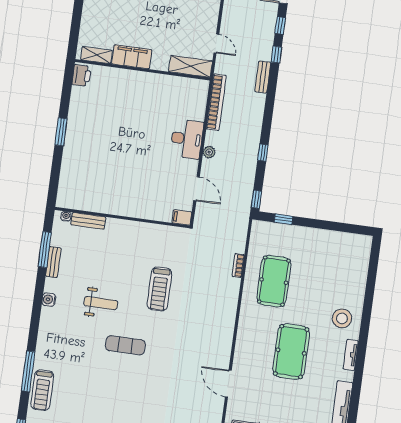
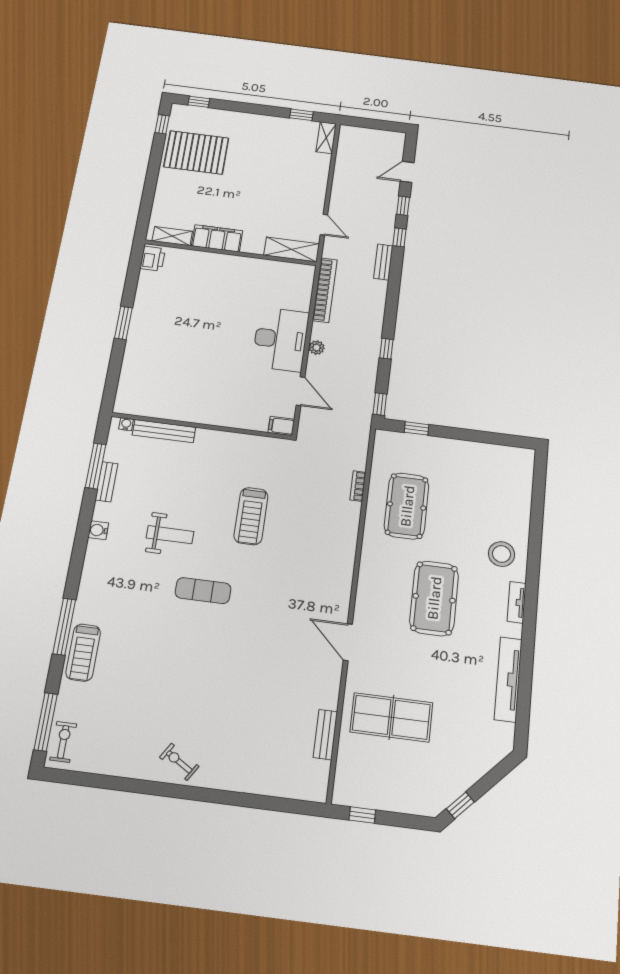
desk: (187, 139) -> (281, 339), width x1.36, depth x1.30
bench: (88, 221) -> (164, 431), width x1.36

